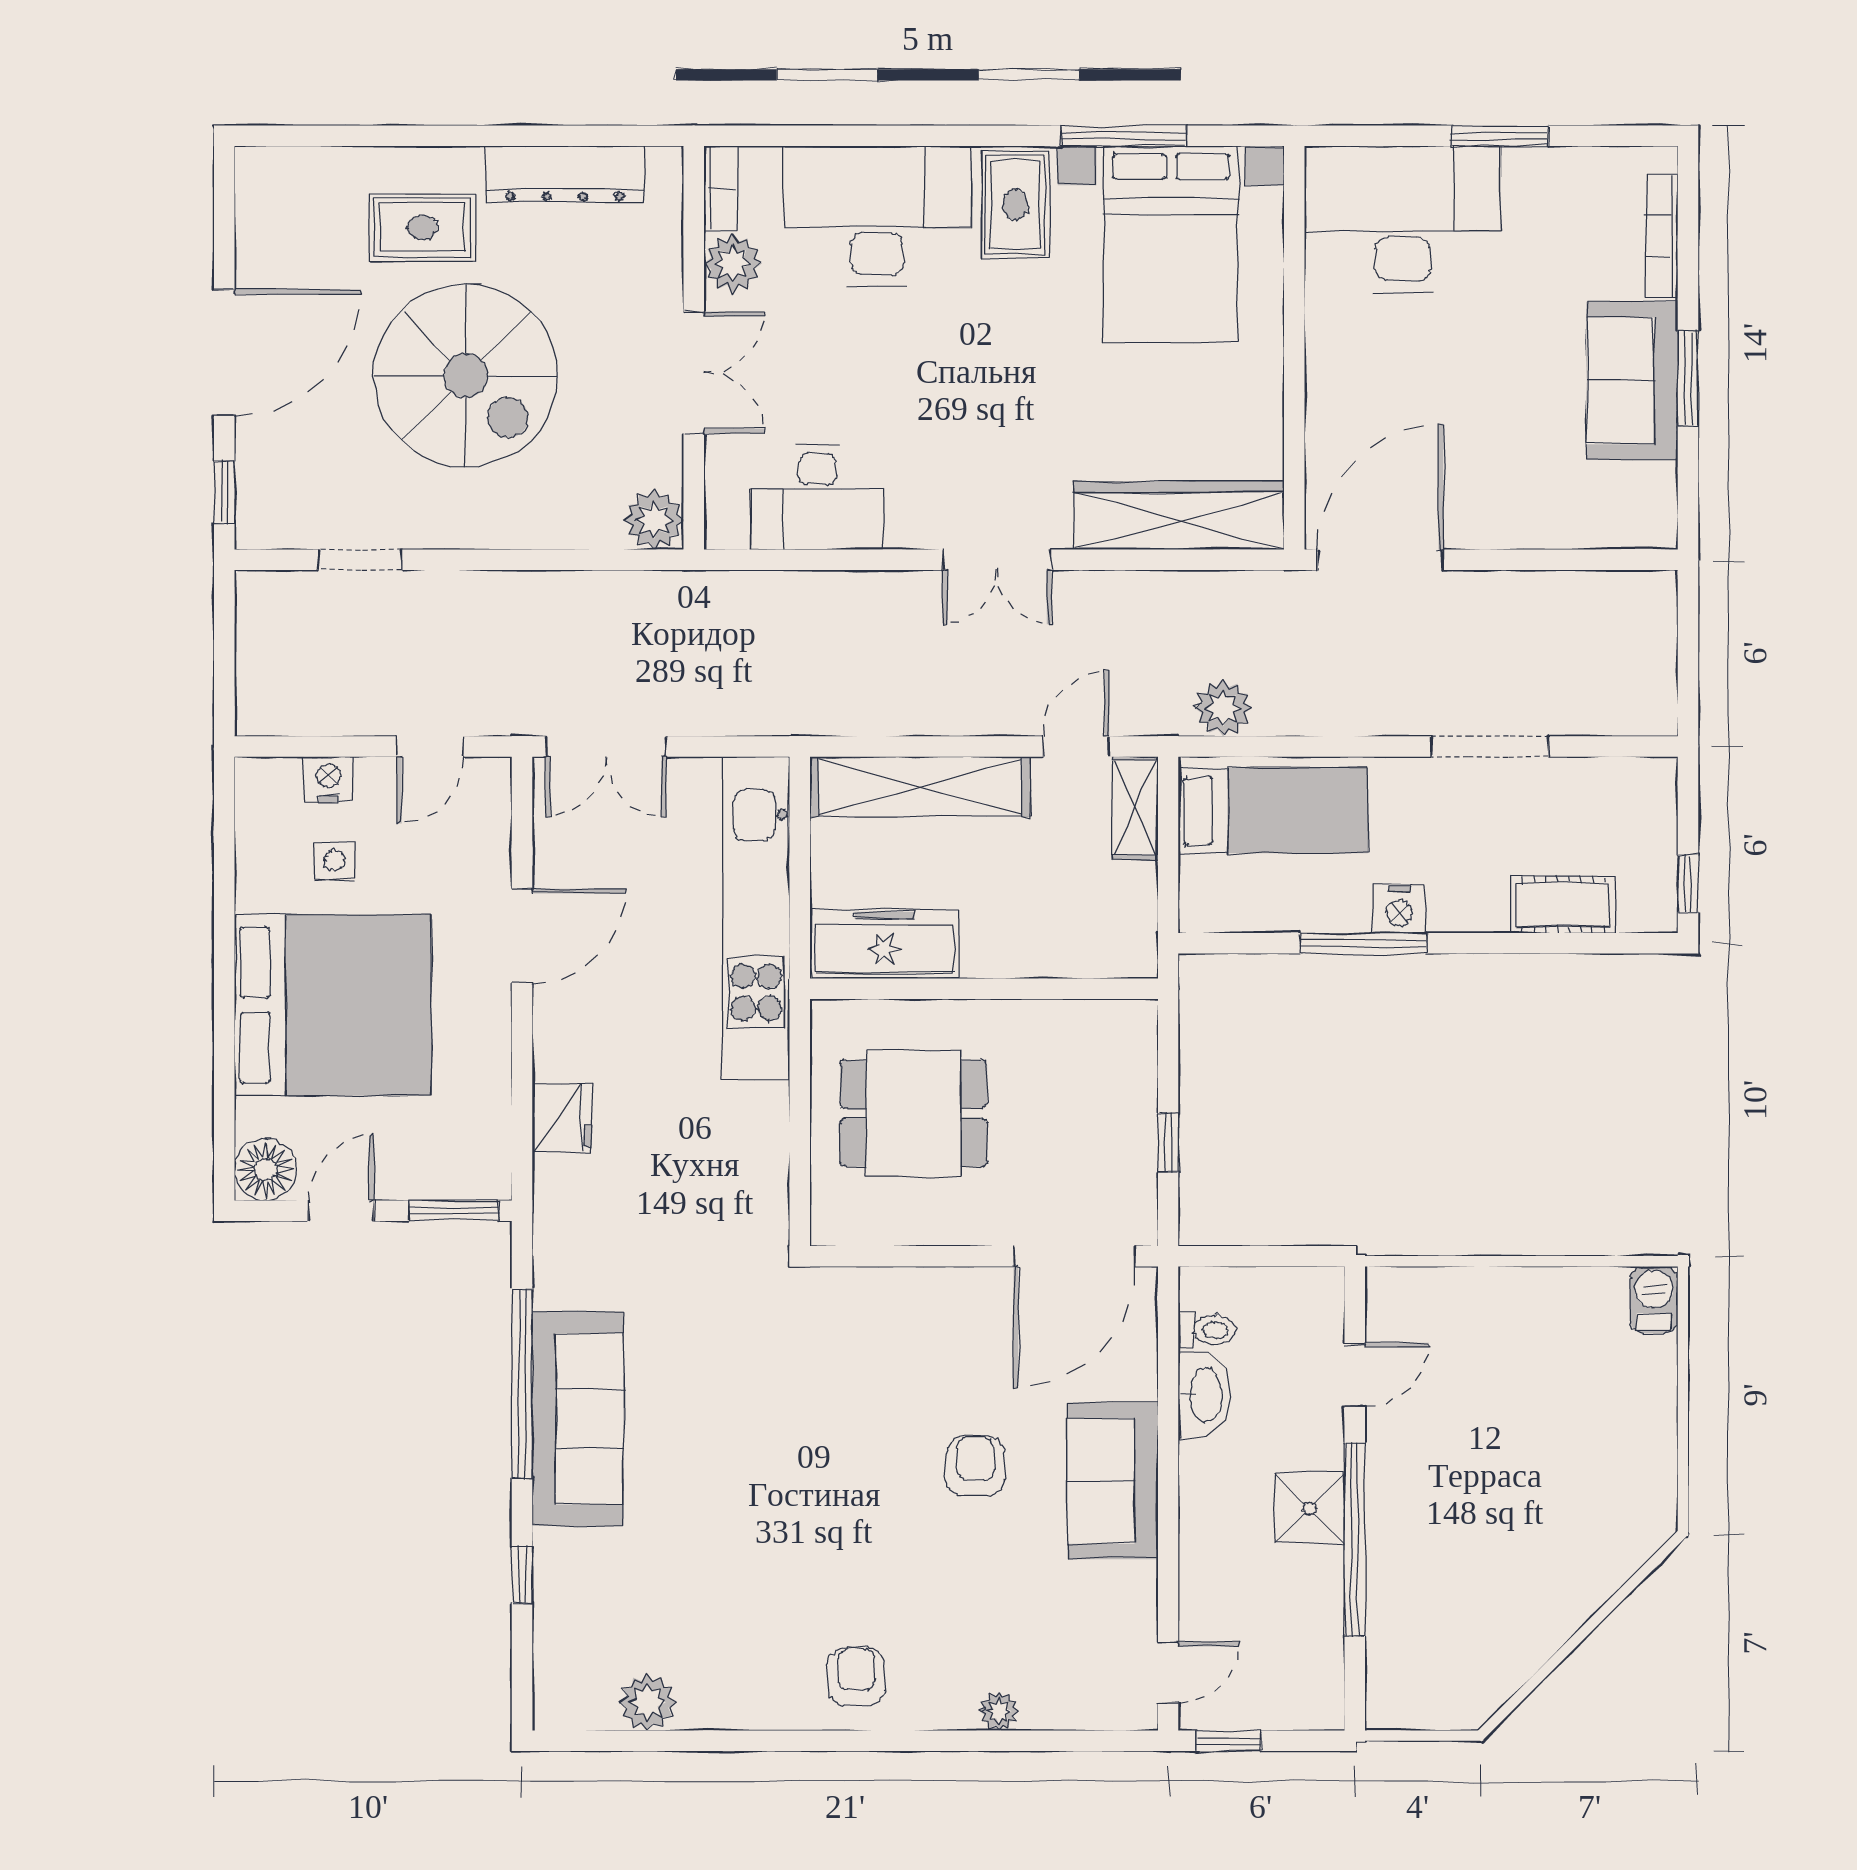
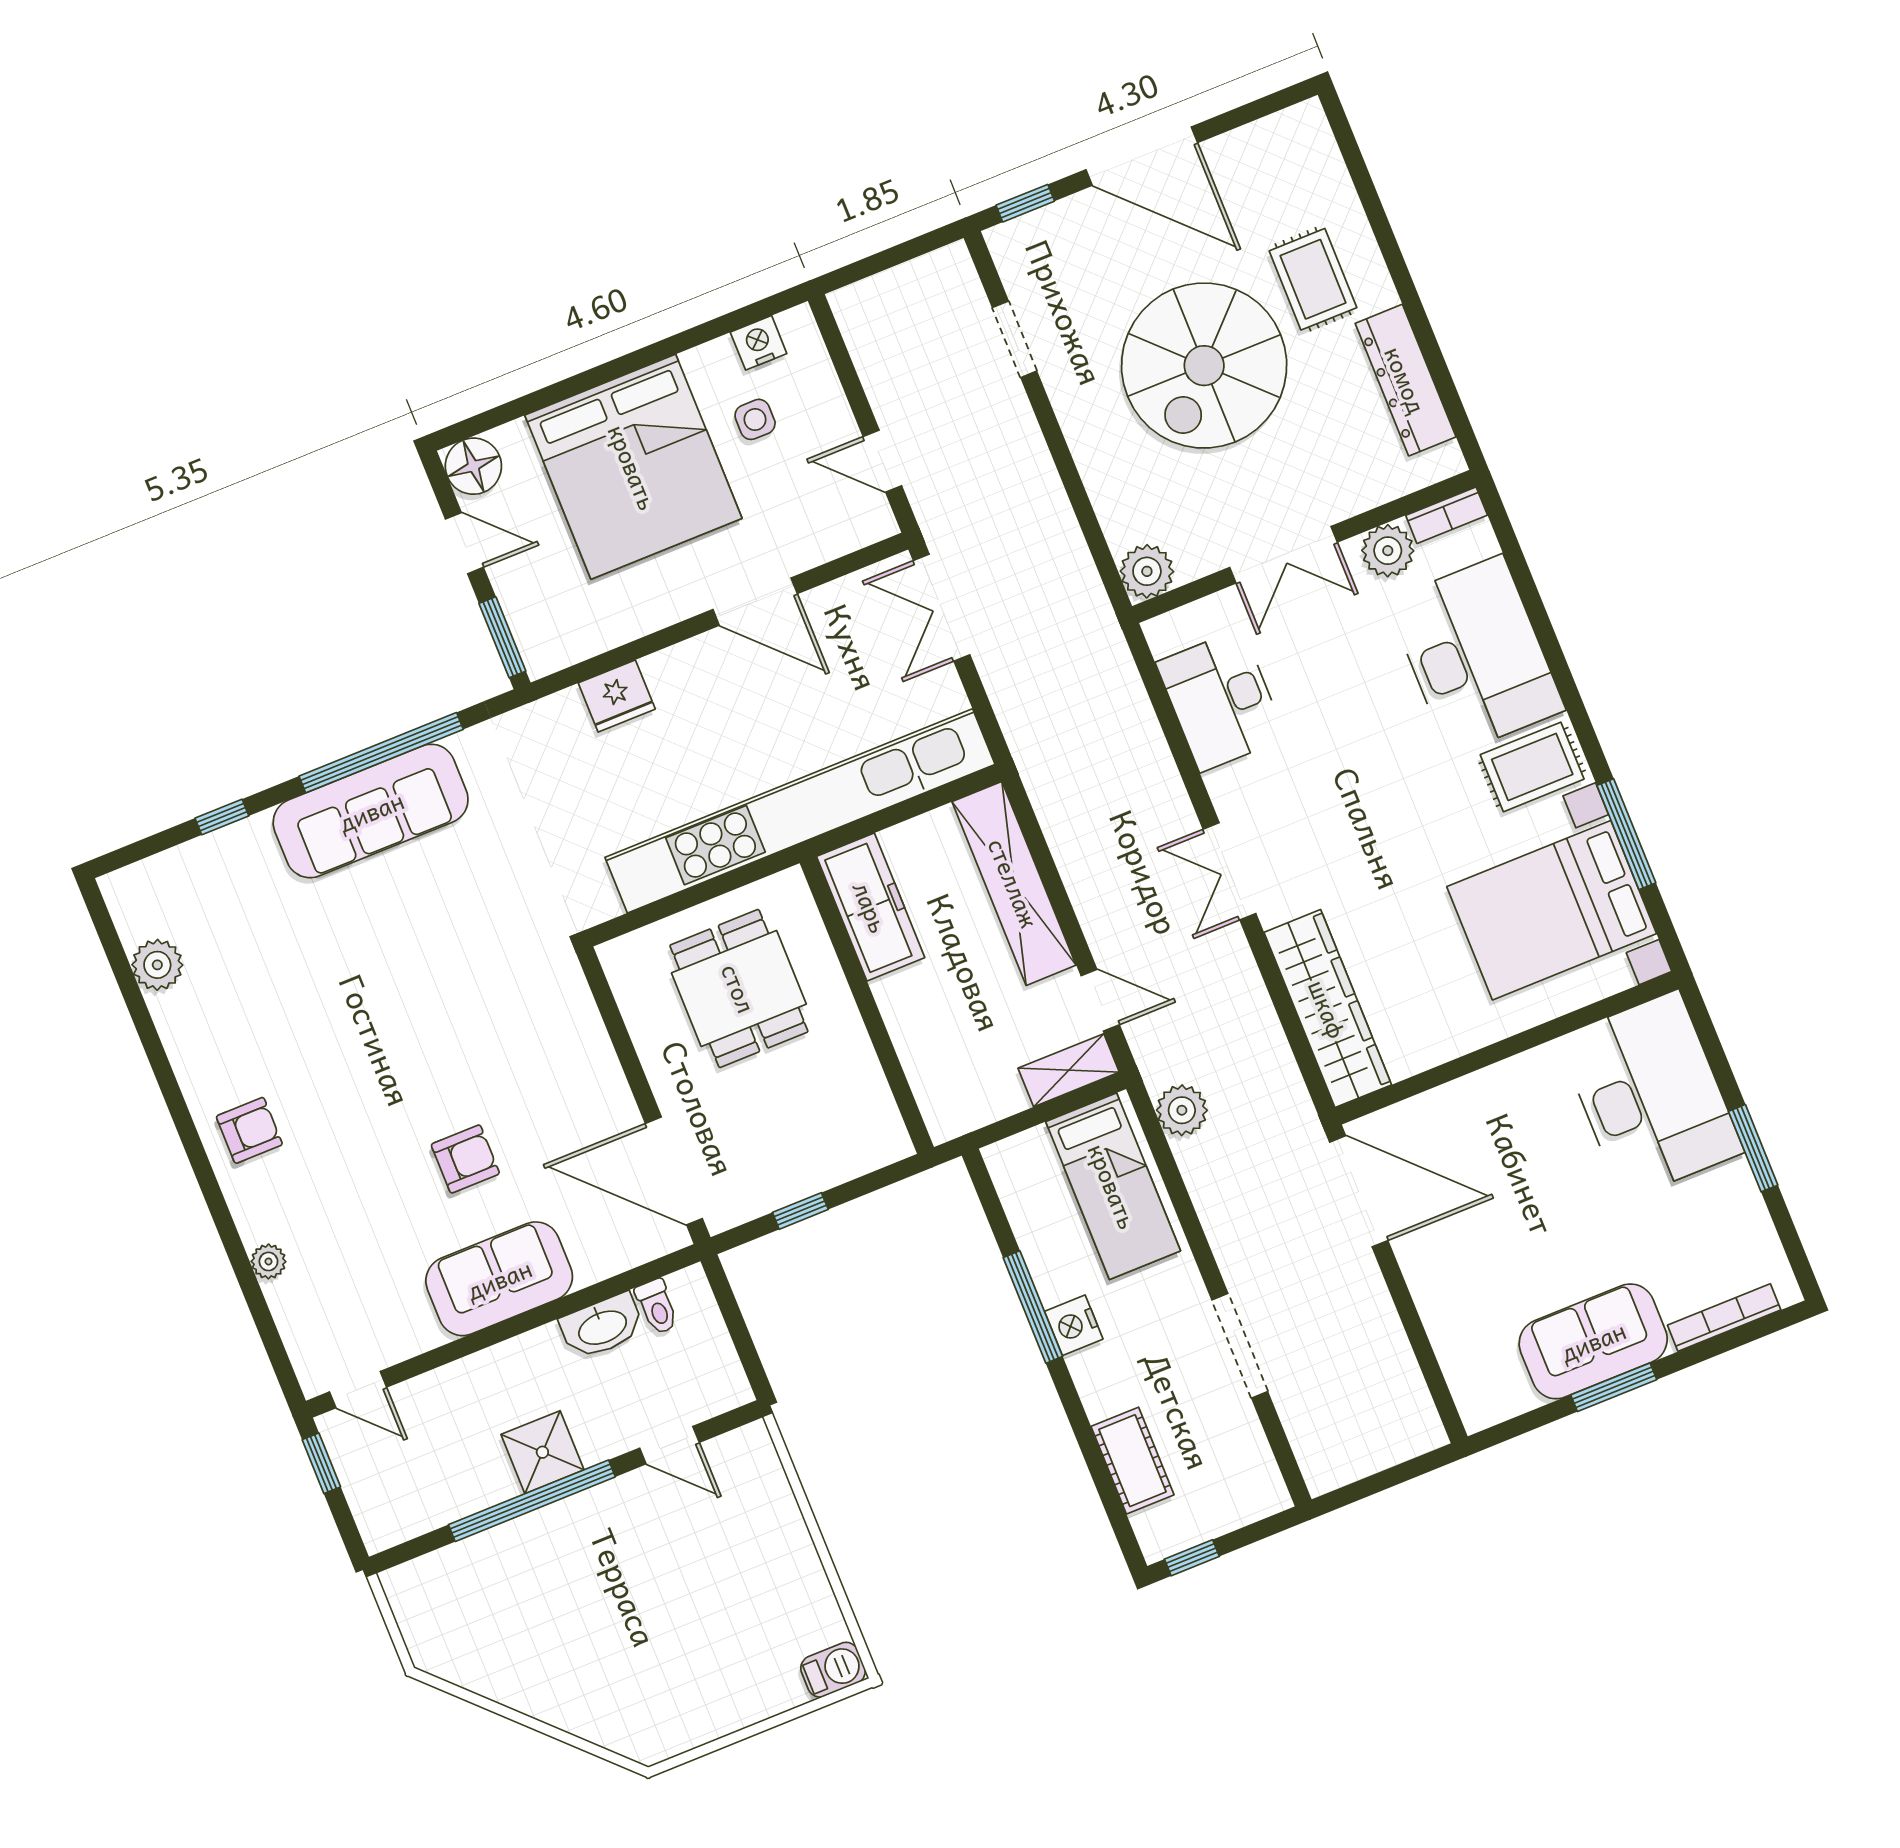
nightstand: (329, 779) -> (759, 343), moved, turned -90
kitchen unit: (756, 918) -> (800, 811), width x1.36

